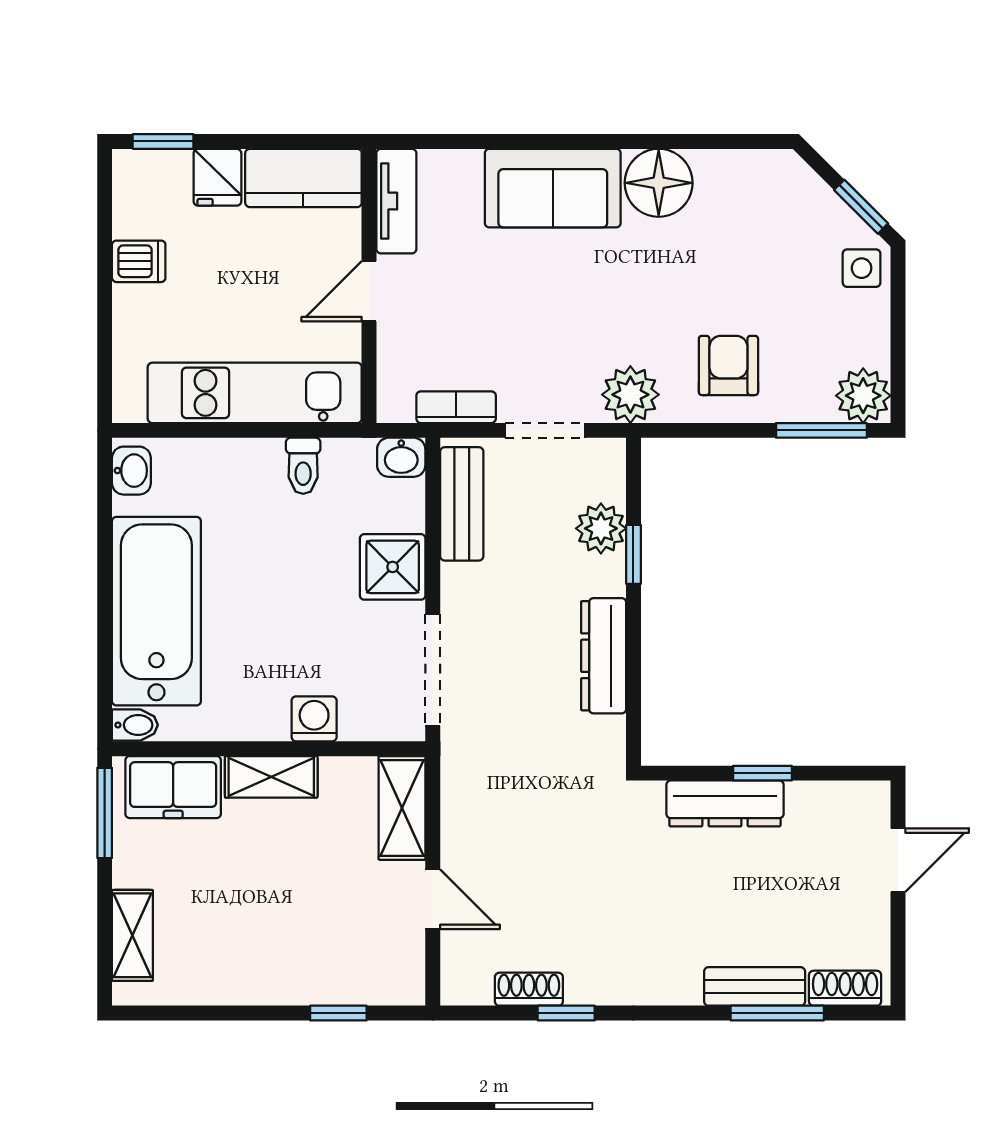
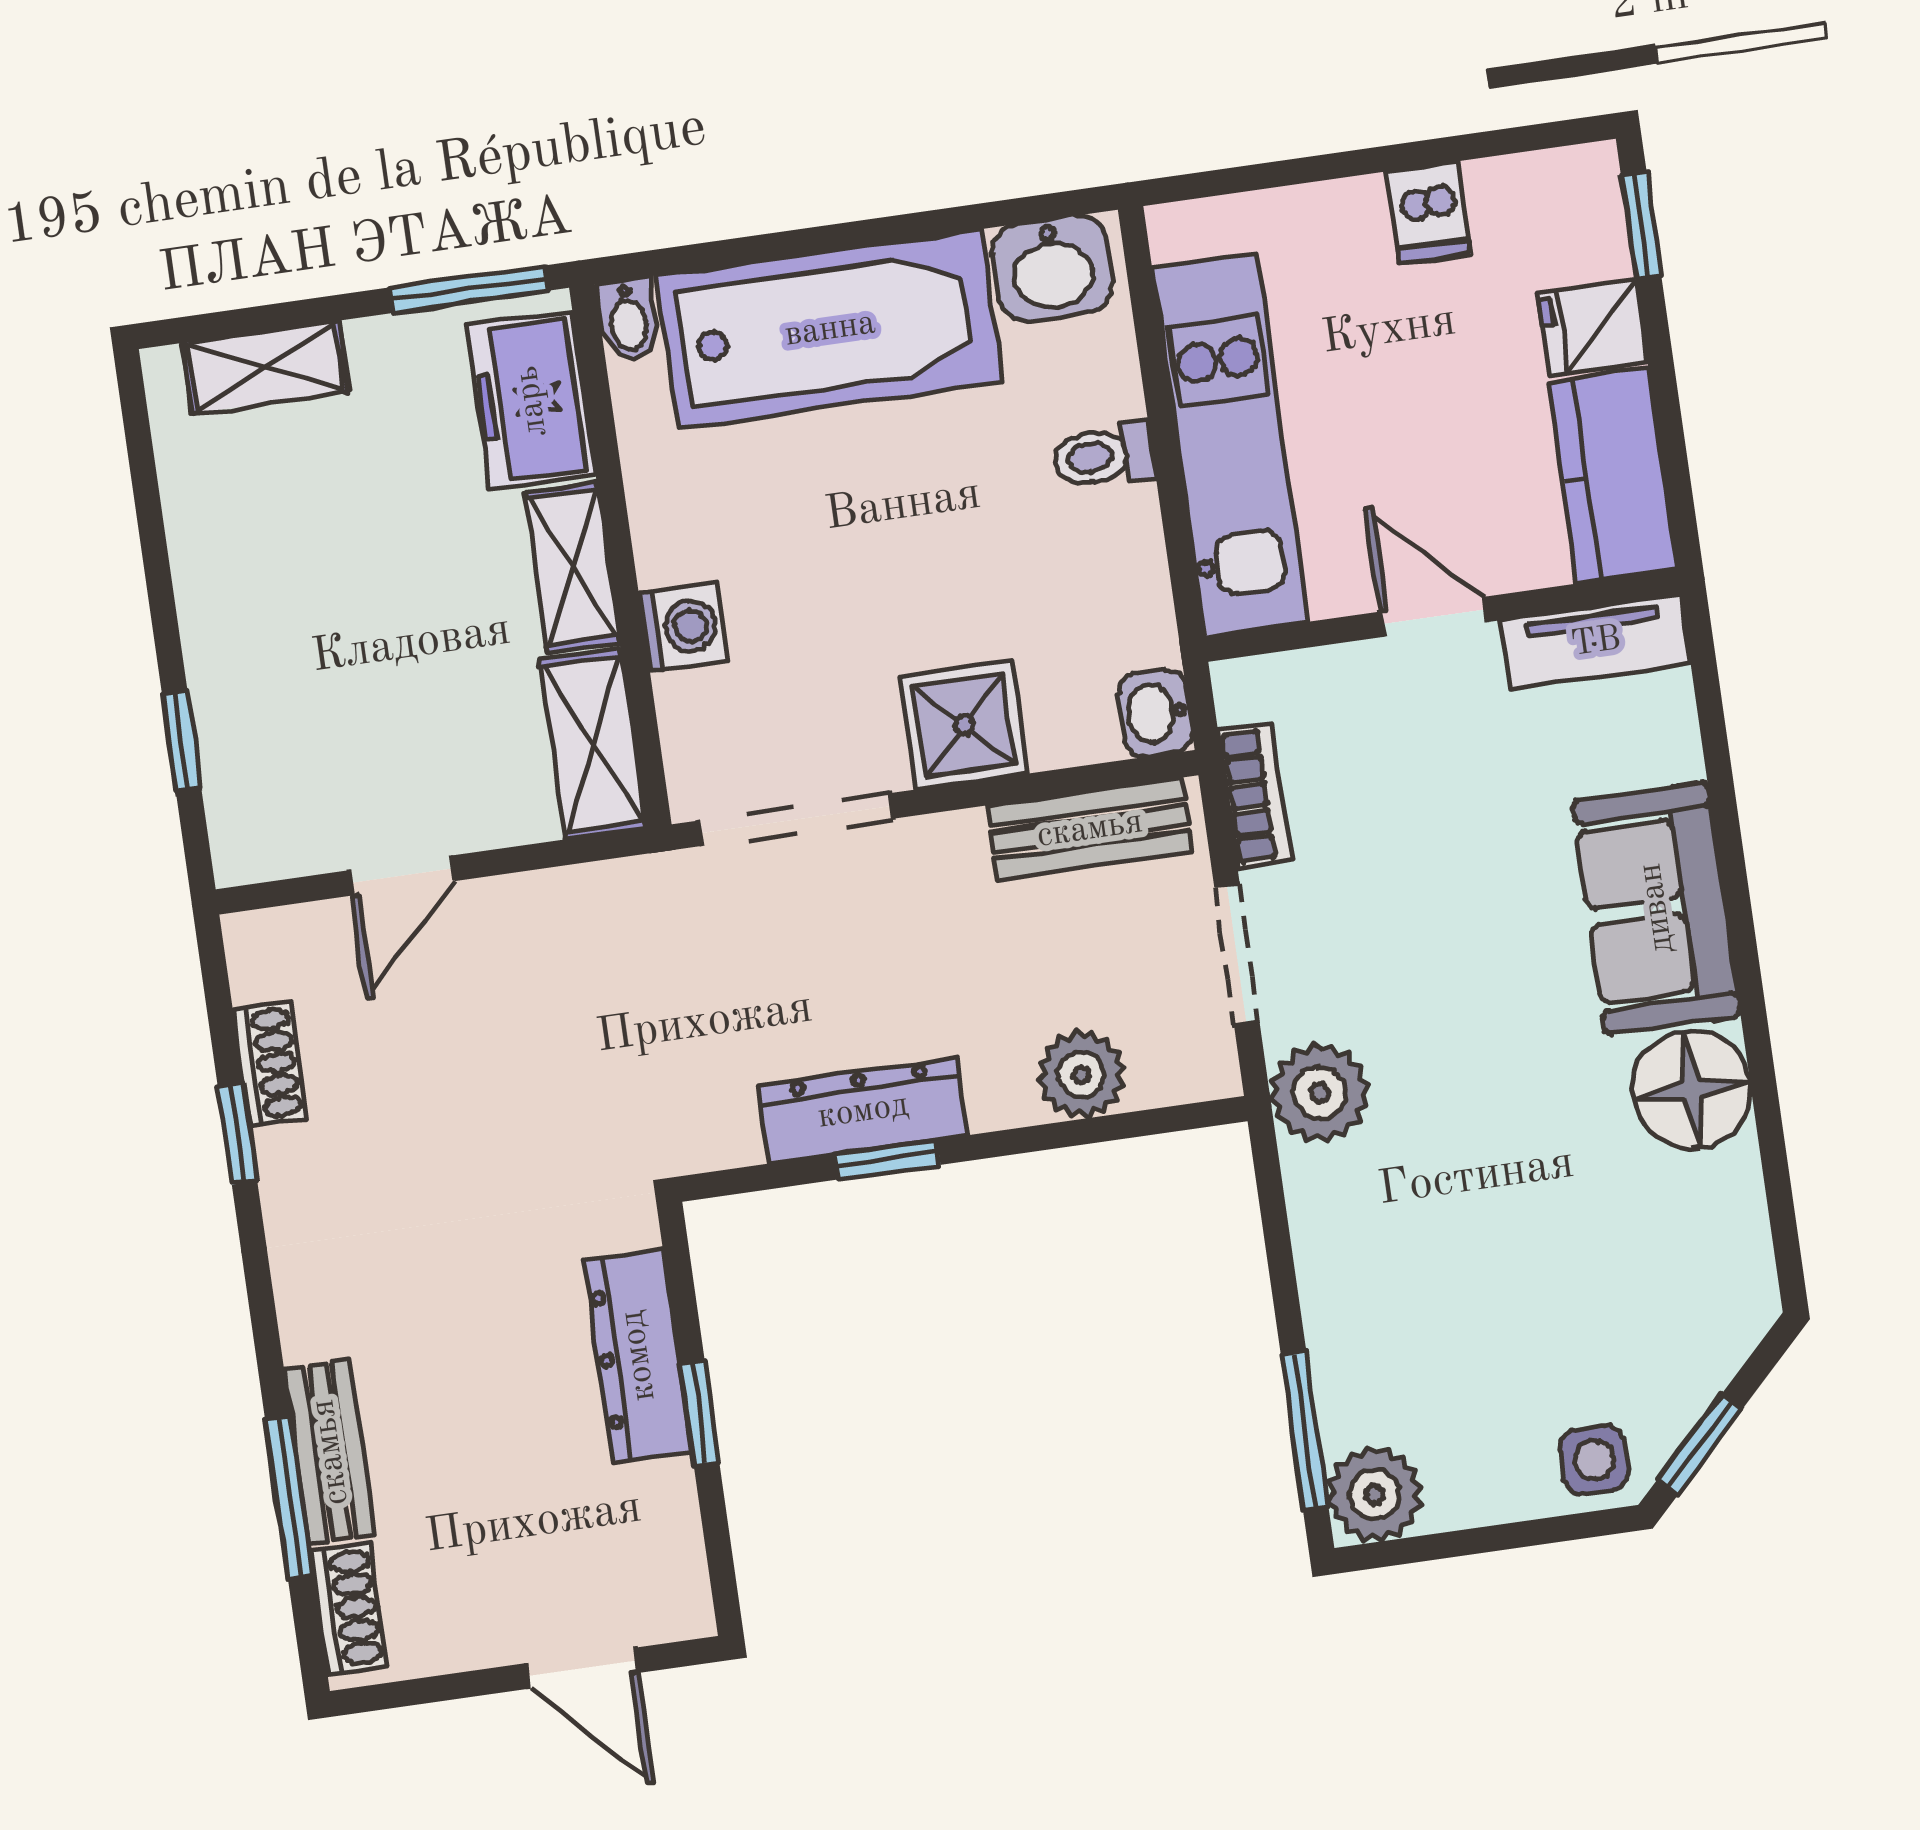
armchair: (728, 365) -> (1394, 1255), removed
toilet: (303, 466) -> (1104, 456), moved
washbasin: (131, 471) -> (1052, 268), width x1.38, depth x1.45
window: (633, 554) -> (888, 1160), moved
shelving: (402, 808) -> (593, 744), moved, turned 90

